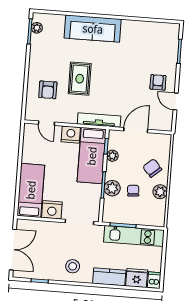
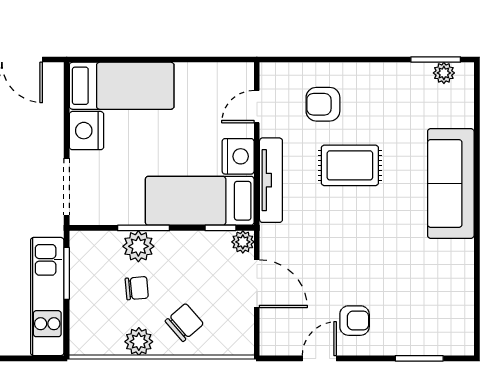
tv unit: (99, 120) -> (271, 180), moved
plant: (112, 156) -> (243, 242), moved

